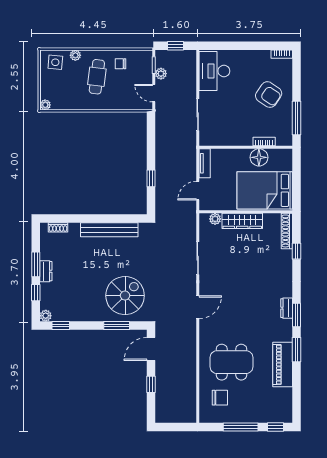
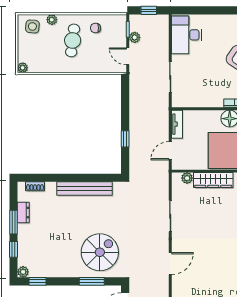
dresser: (46, 271) -> (23, 213), moved

